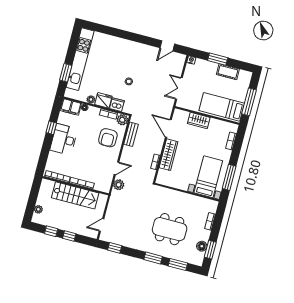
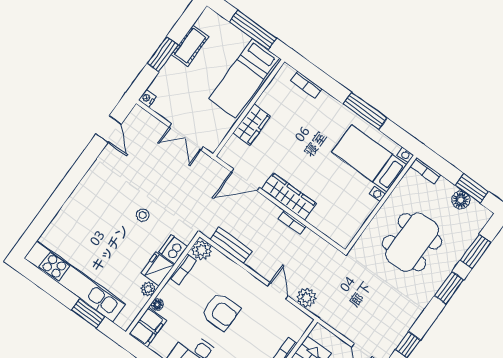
armchair: (108, 138) -> (221, 312), moved
bed with nightstands: (208, 177) -> (369, 158), moved
wall: (187, 192) -> (381, 204), moved

